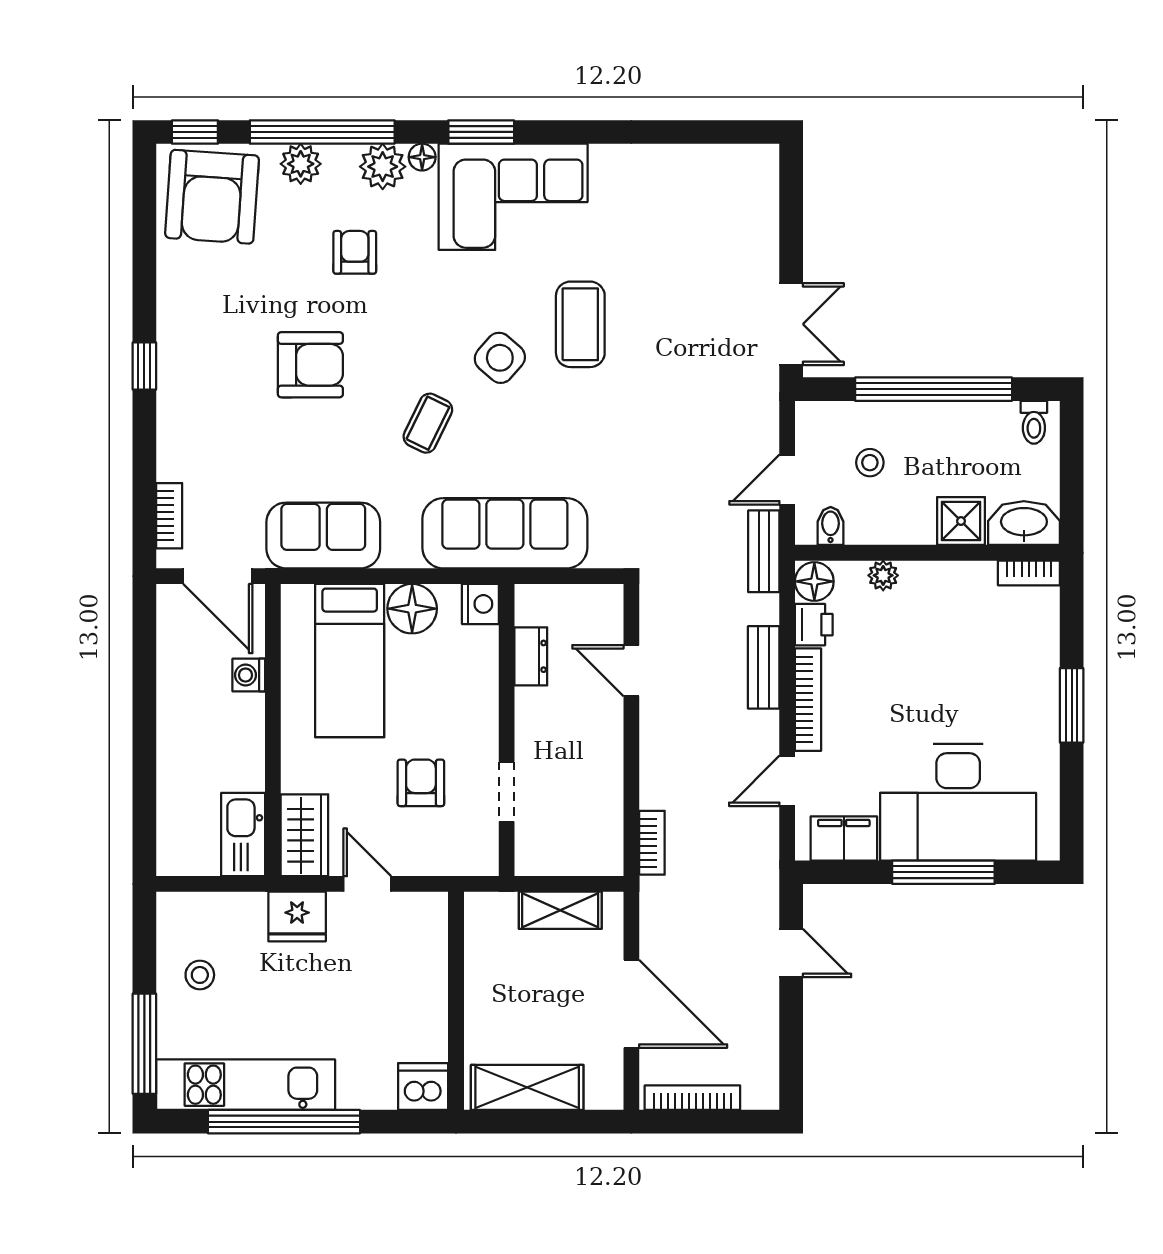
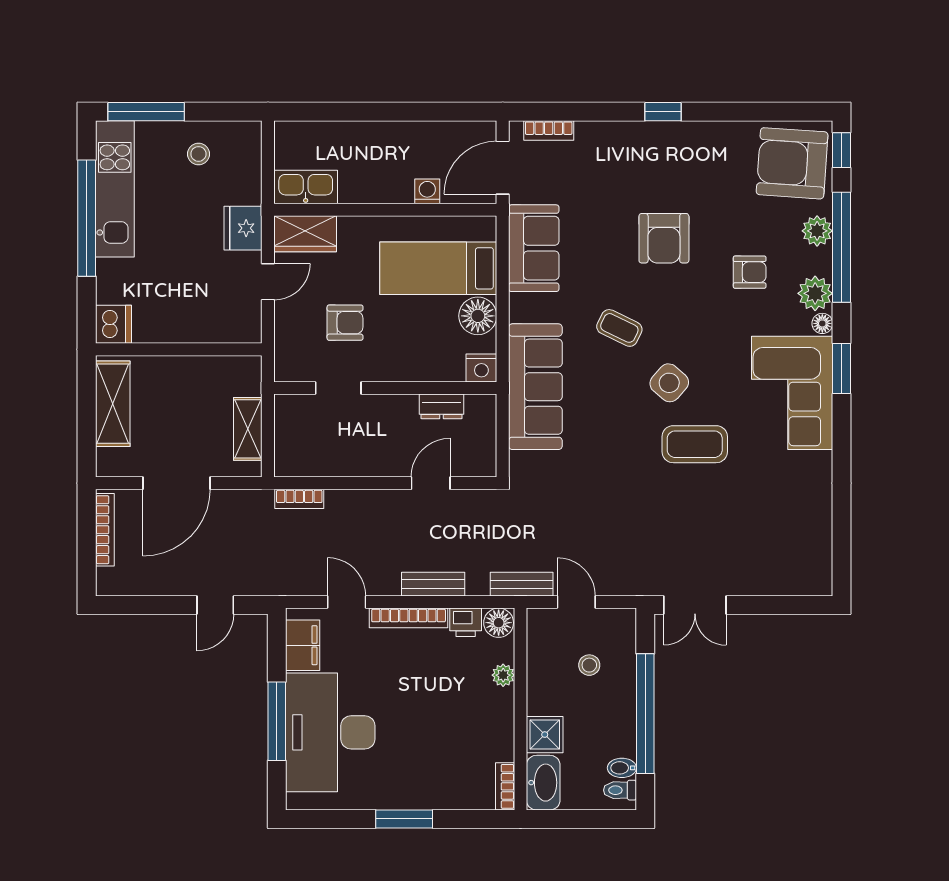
bidet: (831, 526) -> (622, 768), moved, turned 180

